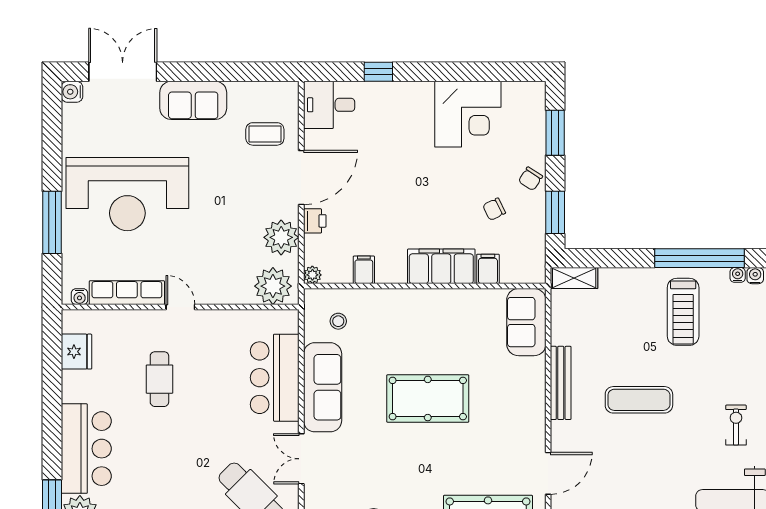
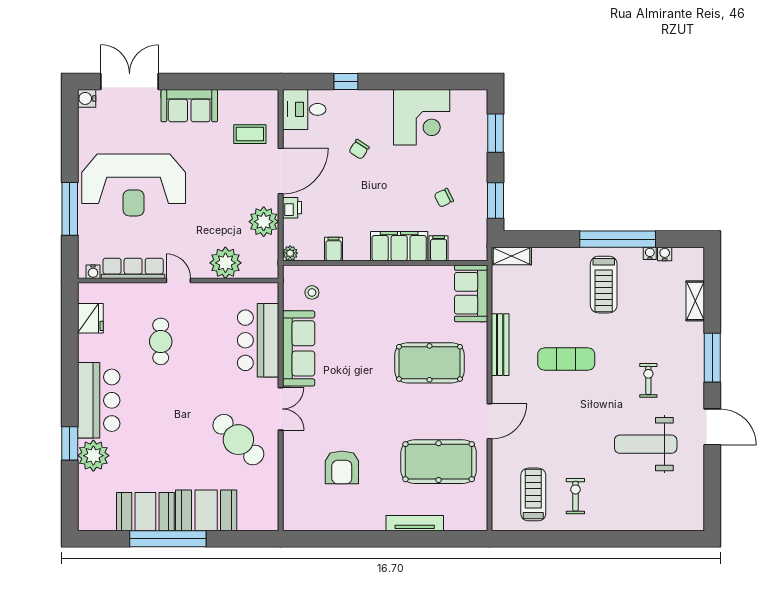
chair: (530, 179) -> (359, 149), moved
plant: (273, 286) -> (225, 263), moved
pool table: (428, 398) -> (429, 363), moved
double door: (301, 459) -> (281, 409), swing flipped

